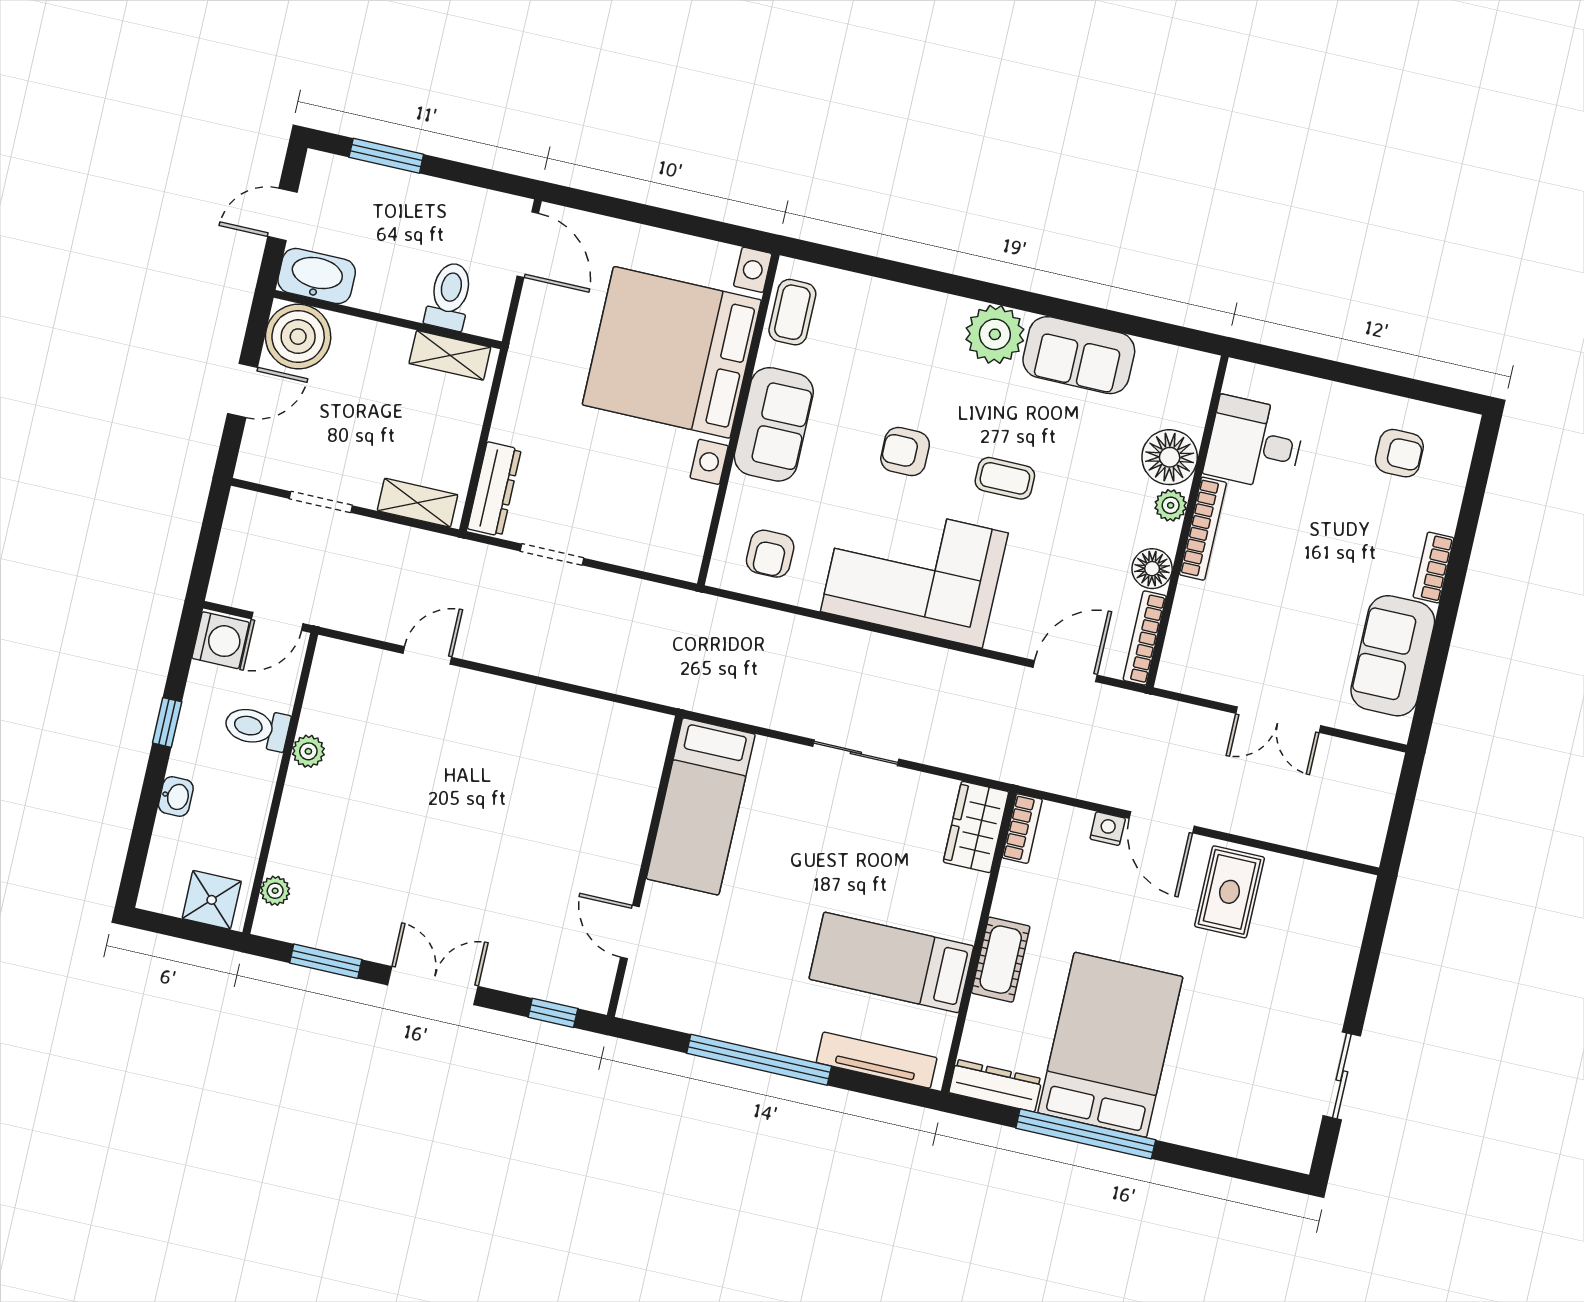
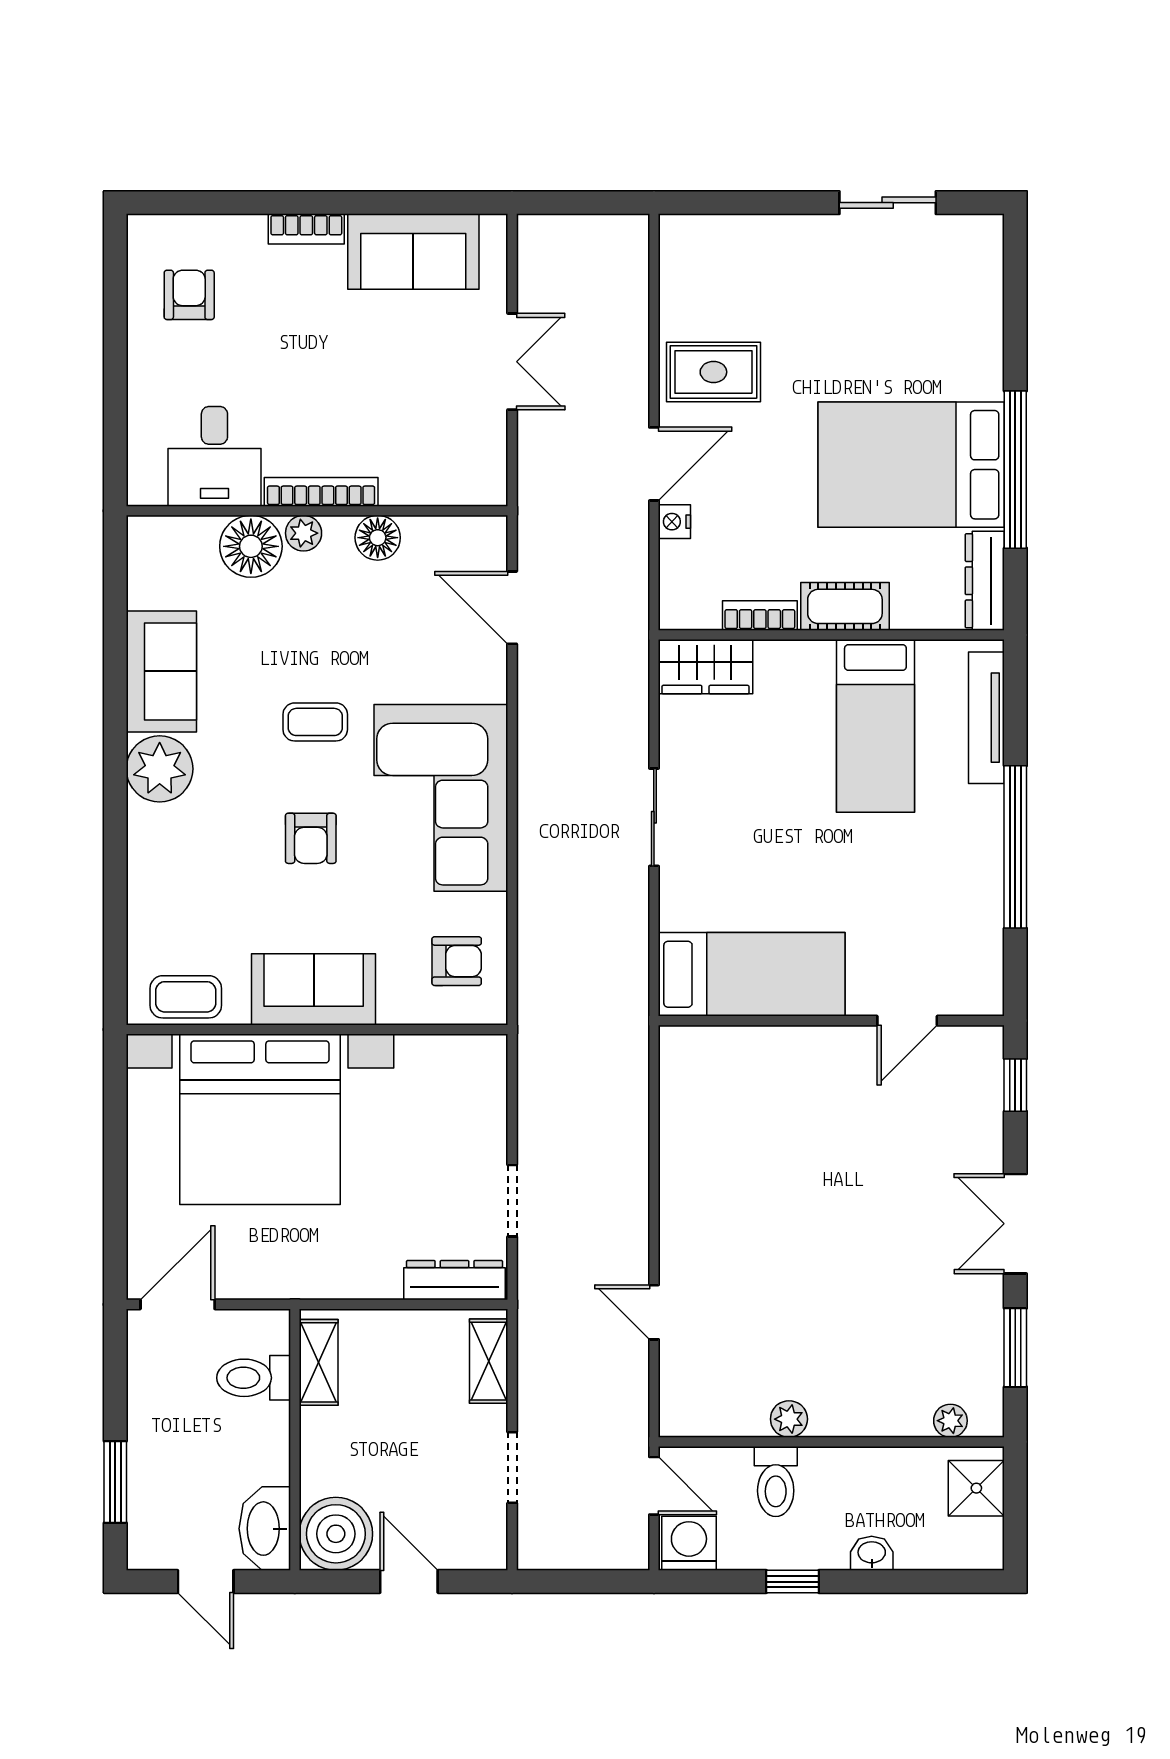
coffee table: (1005, 478) -> (315, 722), turned 90
bookcase: (1145, 638) -> (456, 528), removed
bookcase: (1022, 829) -> (760, 616), moved

